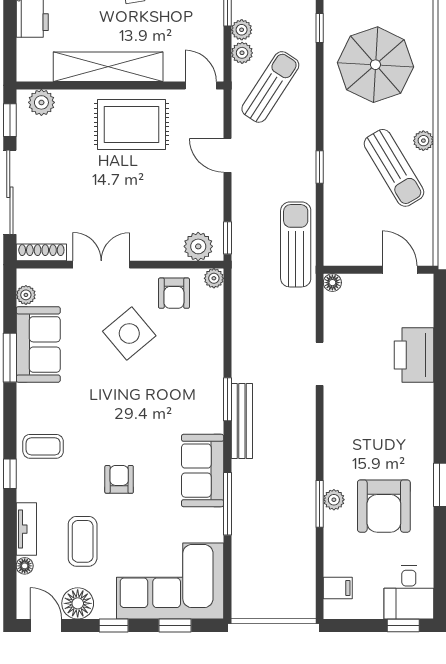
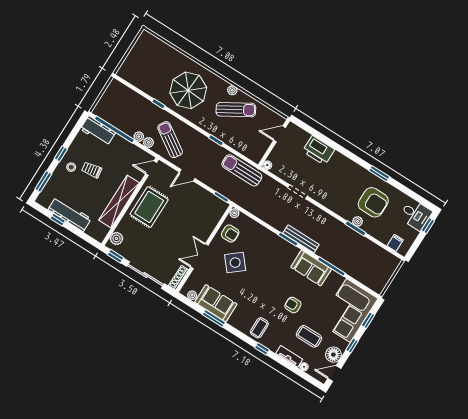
plant: (198, 246) -> (217, 211), removed

